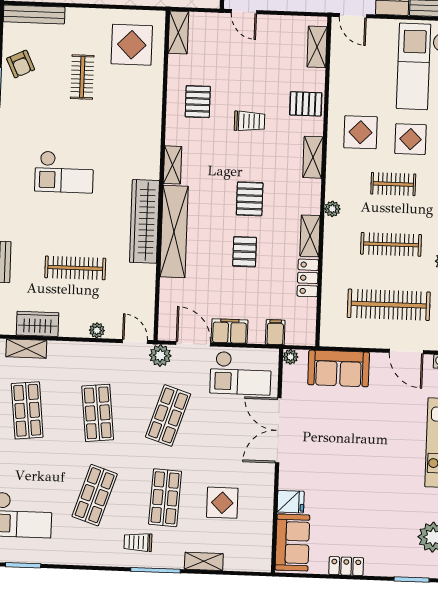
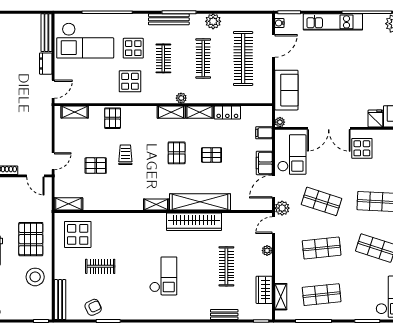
pallet: (198, 102) -> (96, 166), moved
shelving: (313, 157) -> (171, 112), moved
pallet: (250, 199) -> (177, 153), turned 90
display table: (222, 503) -> (362, 148), moved

